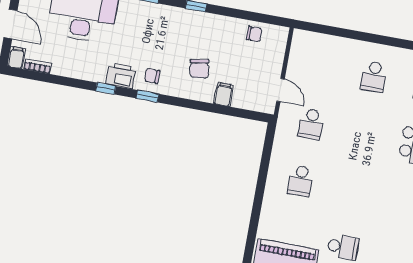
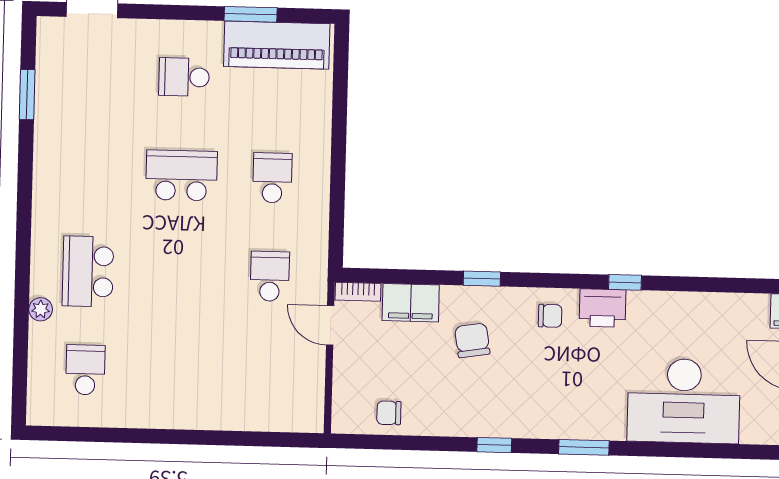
bookcase: (37, 66) -> (358, 292), moved
school desk: (374, 77) -> (181, 175), moved, width x1.85
filing cabinet: (224, 94) -> (411, 303), width x2.00
window: (148, 96) -> (482, 279), moved

